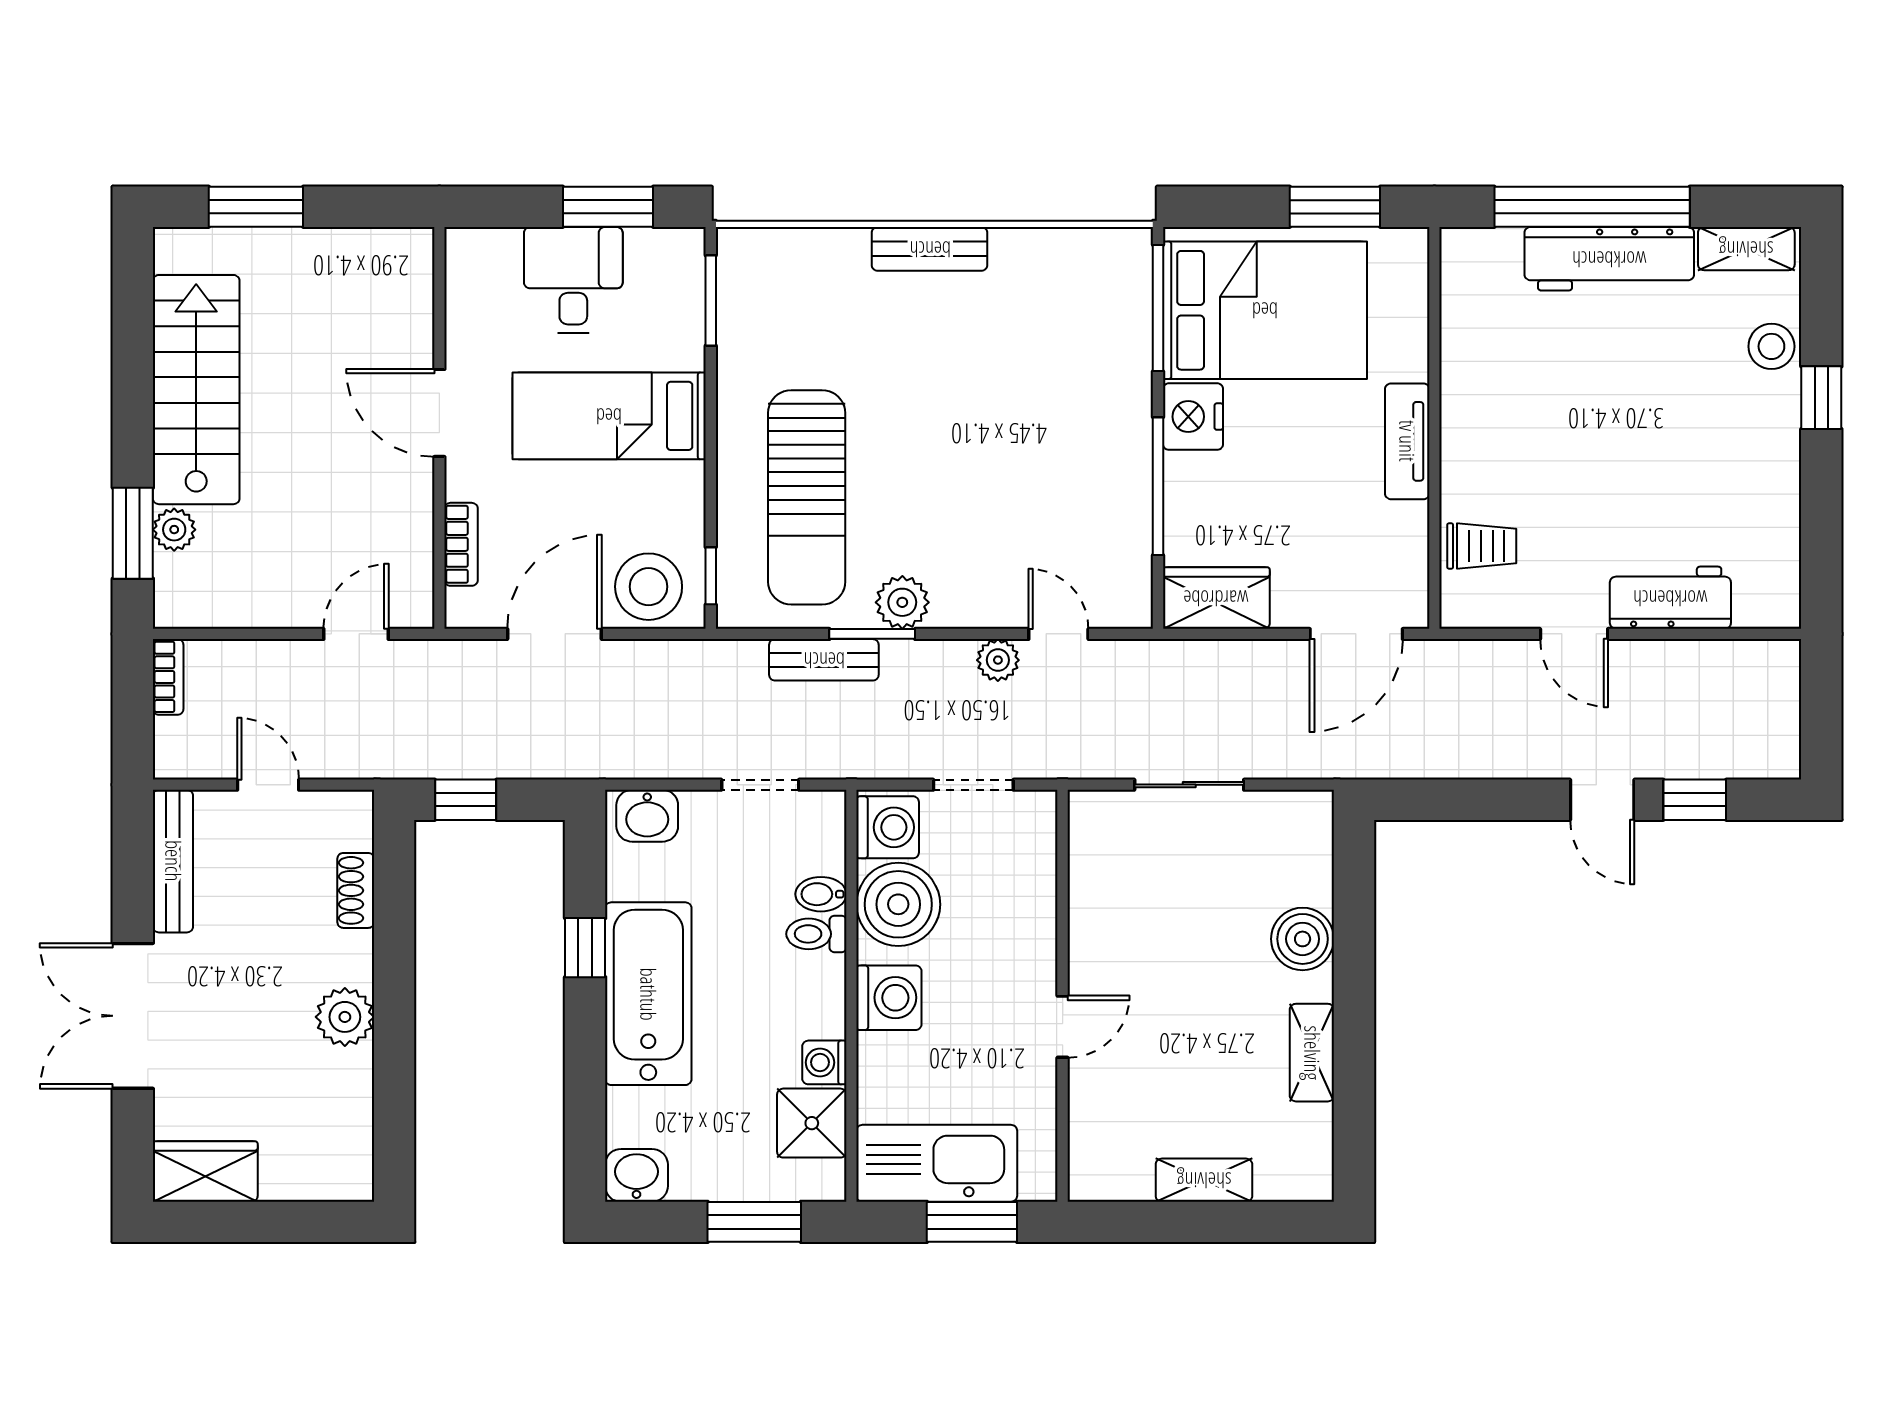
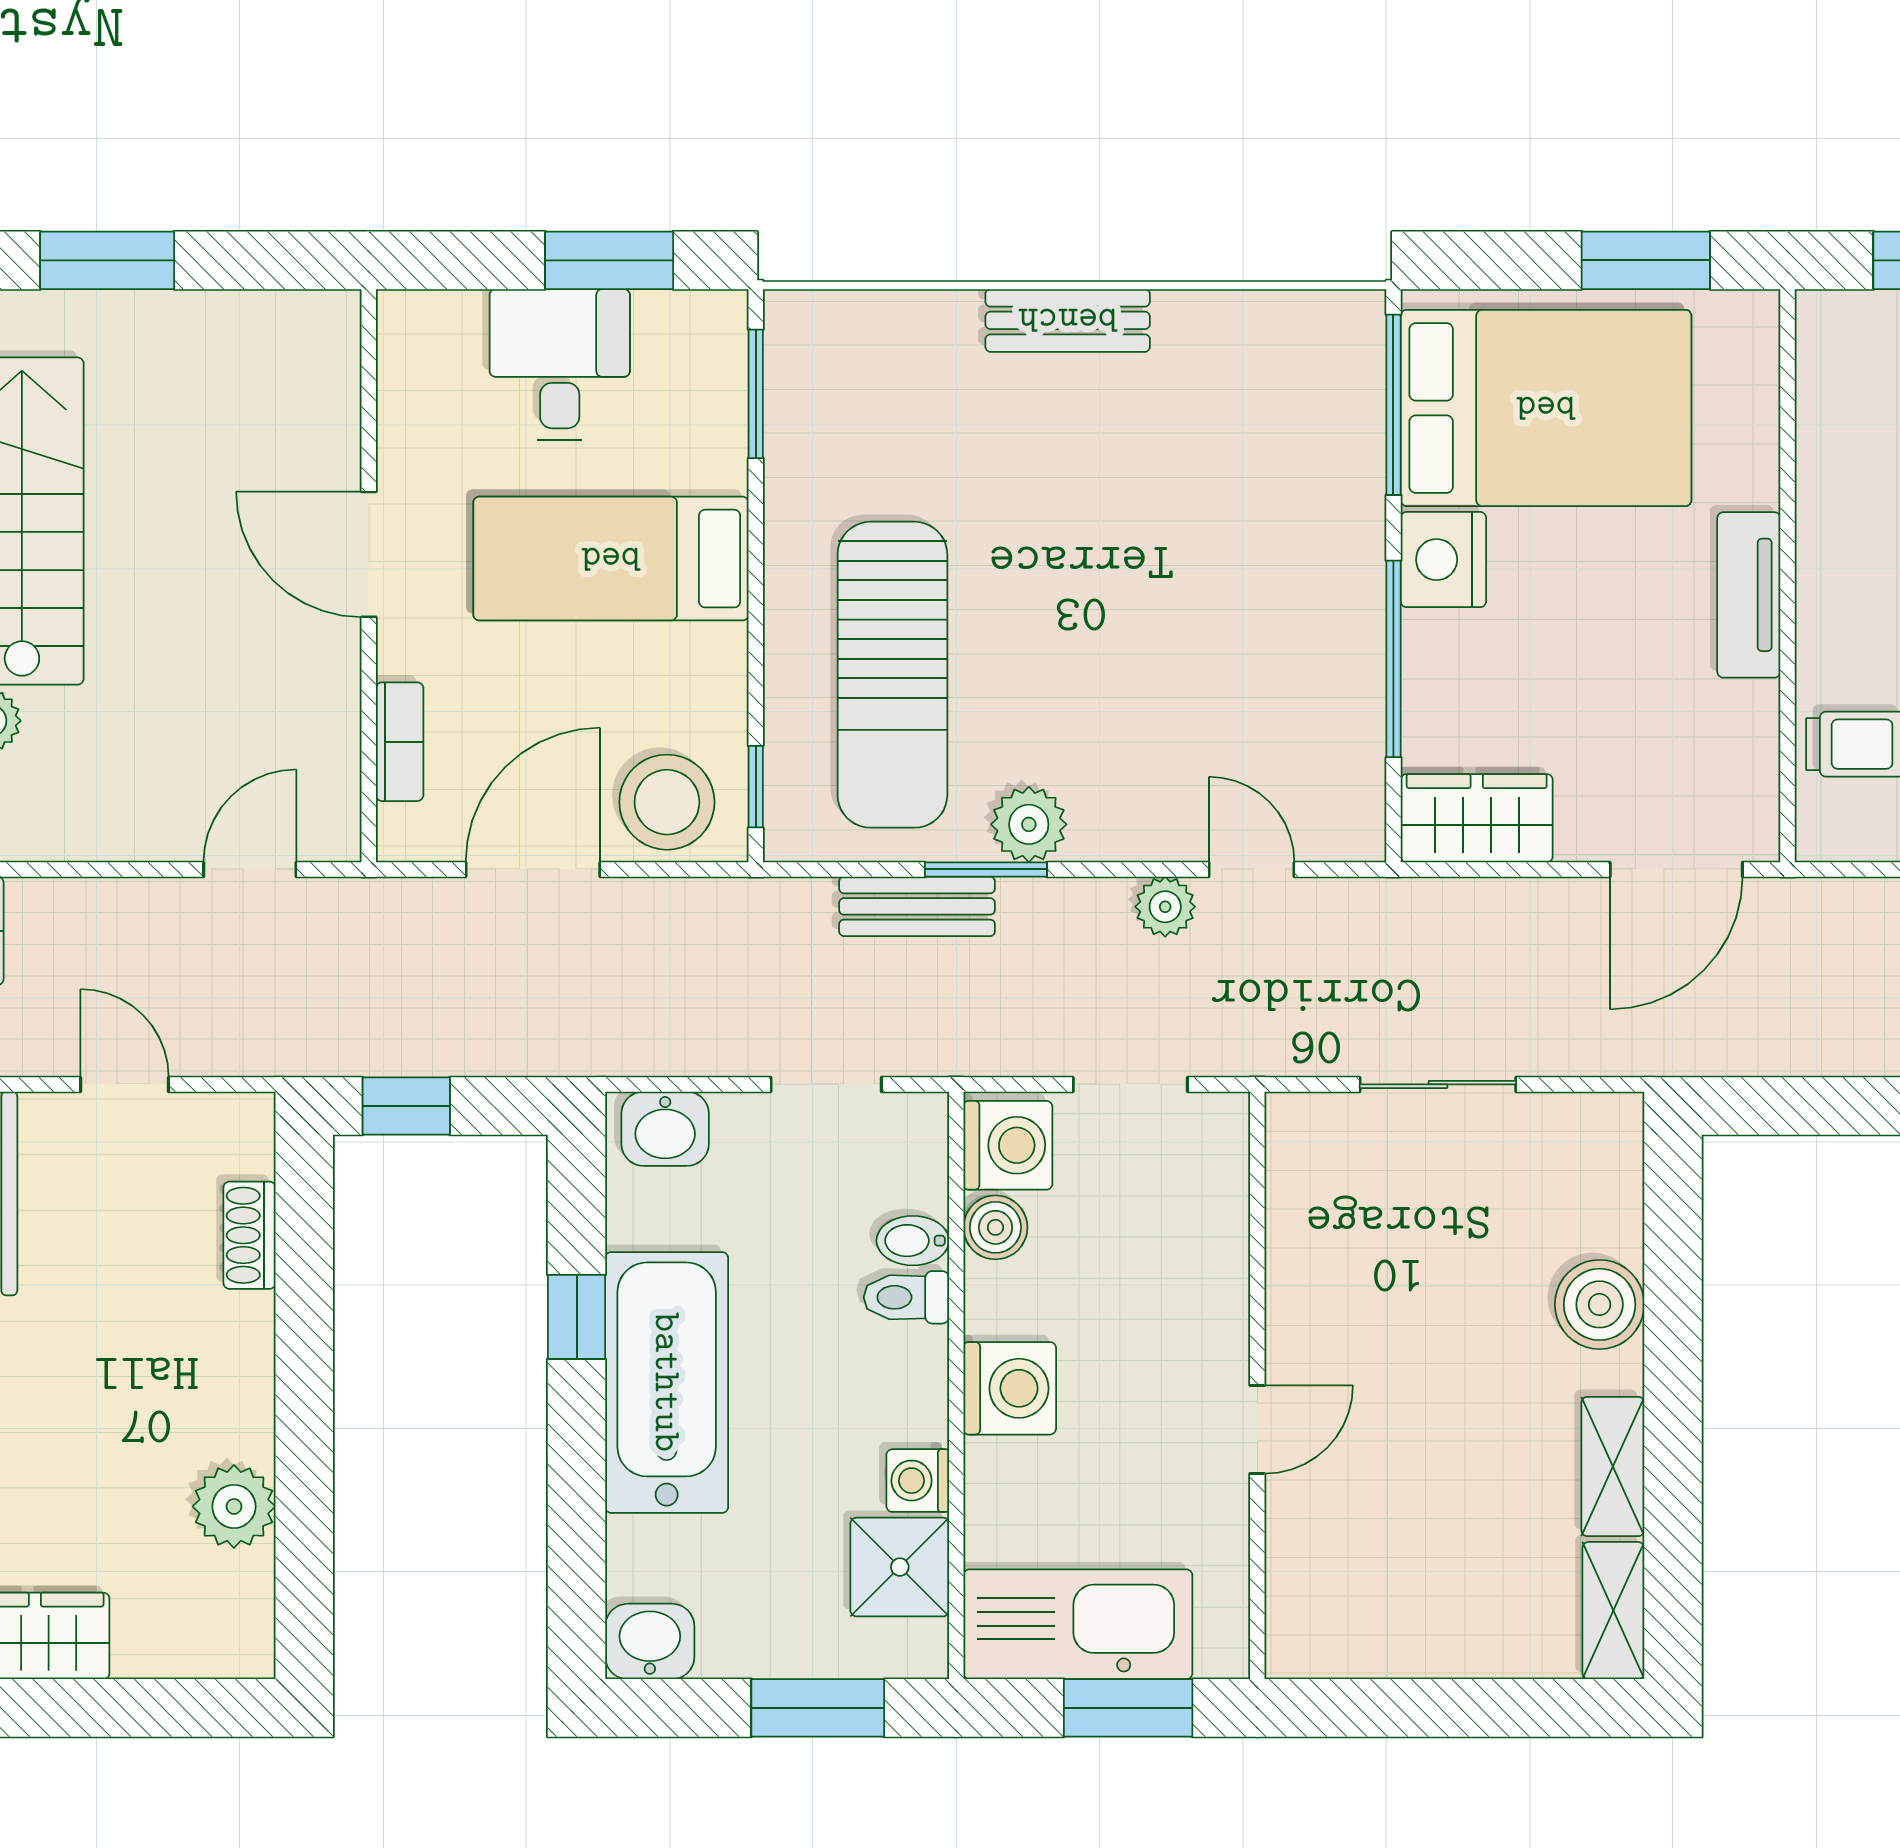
boiler: (898, 904) -> (995, 1227), width x0.54, depth x0.54
plant: (345, 1017) -> (234, 1506), moved
shelving: (1204, 1180) -> (1613, 1611), moved, turned 90

